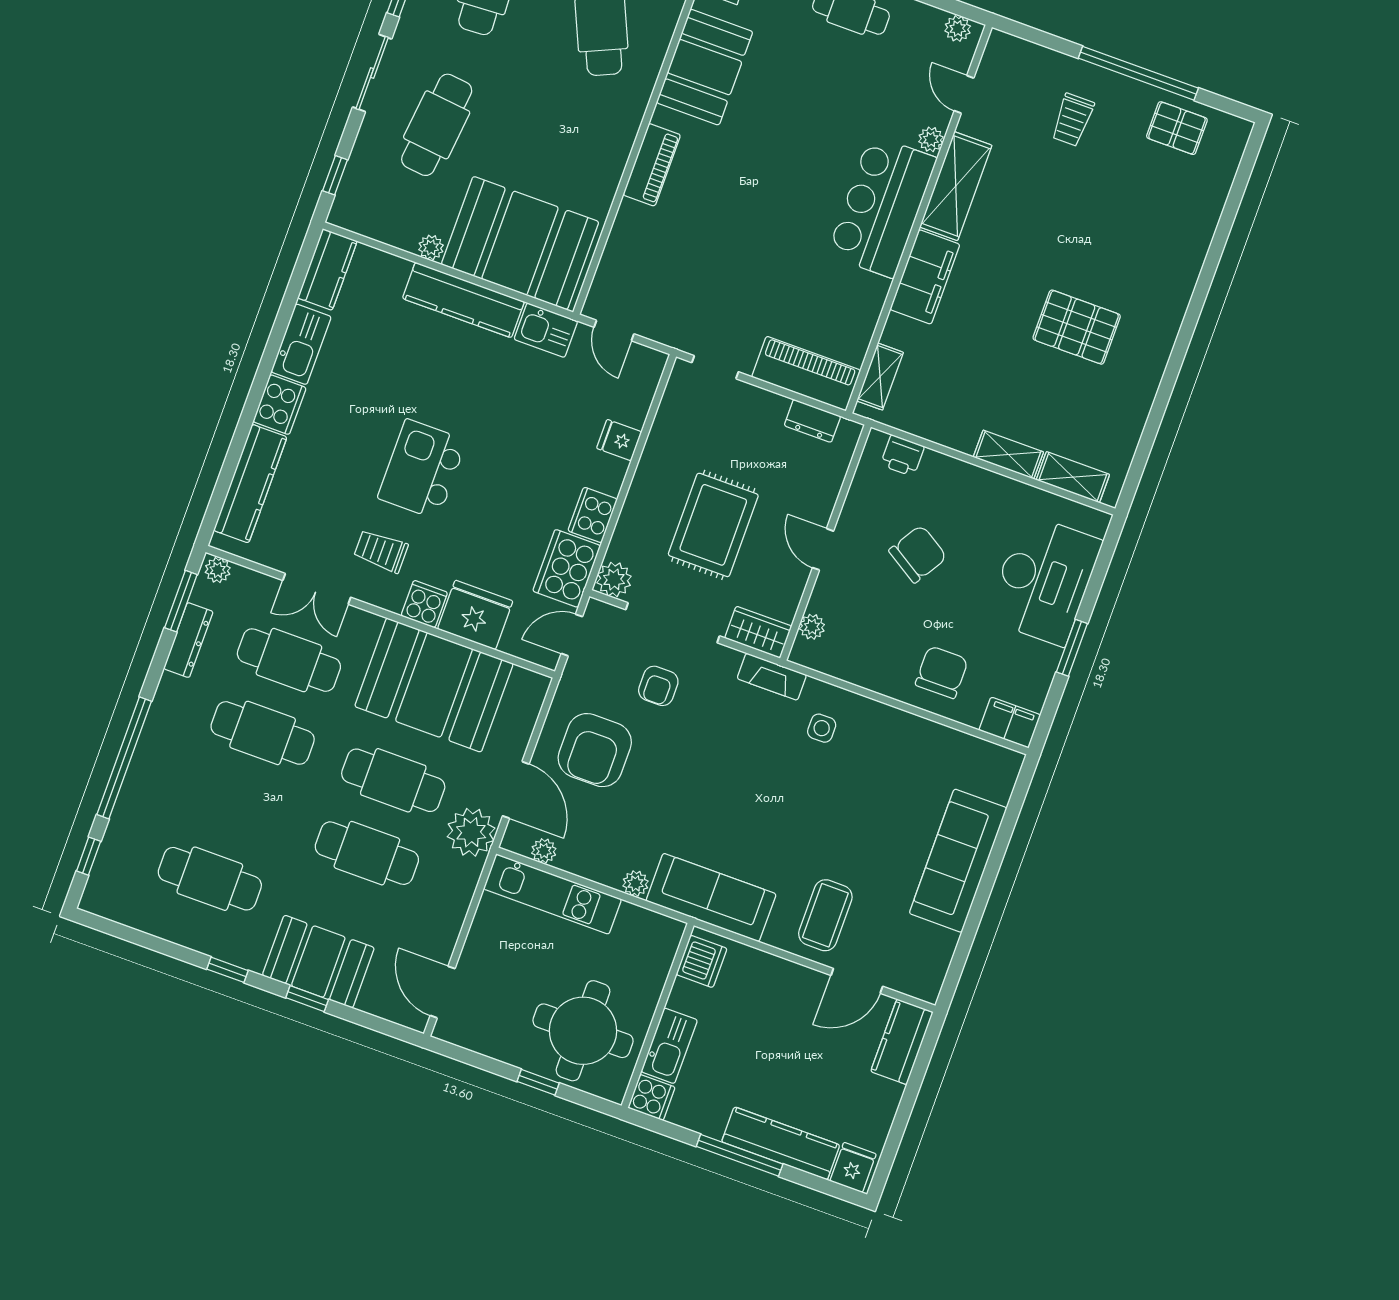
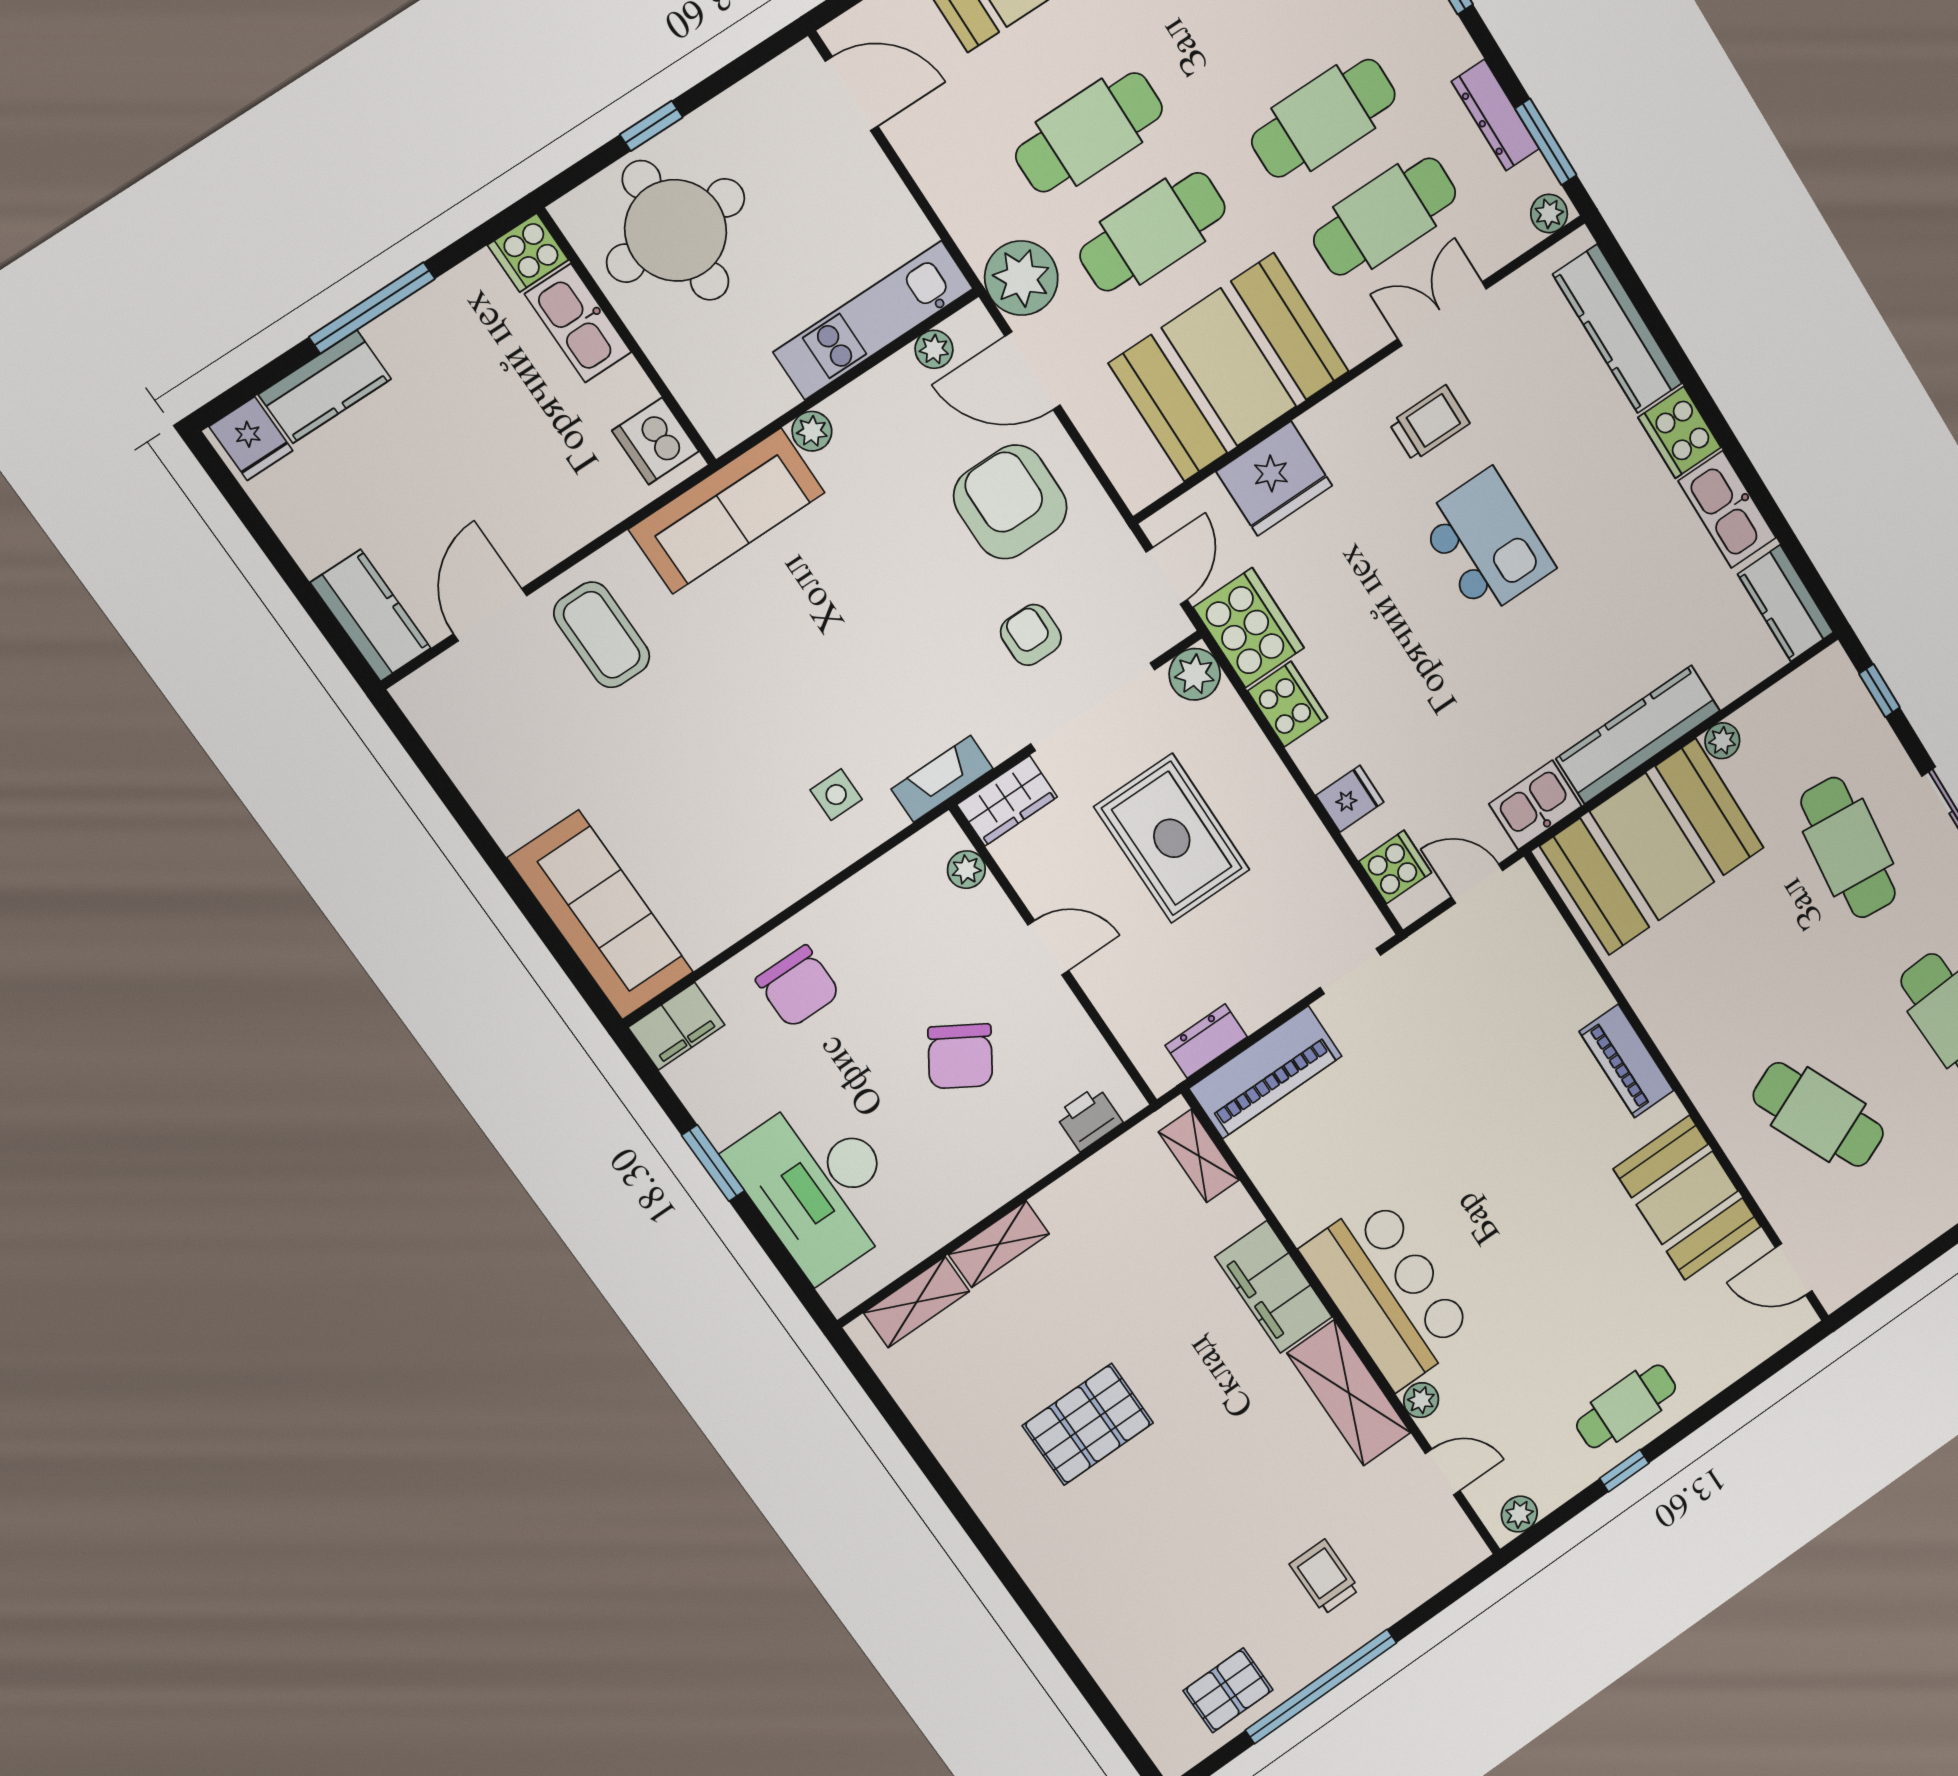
cooker: (424, 604) -> (1395, 867), moved, turned -90
sofa: (958, 861) -> (601, 915), moved
kitchen counter: (781, 1143) -> (325, 387), width x0.67

